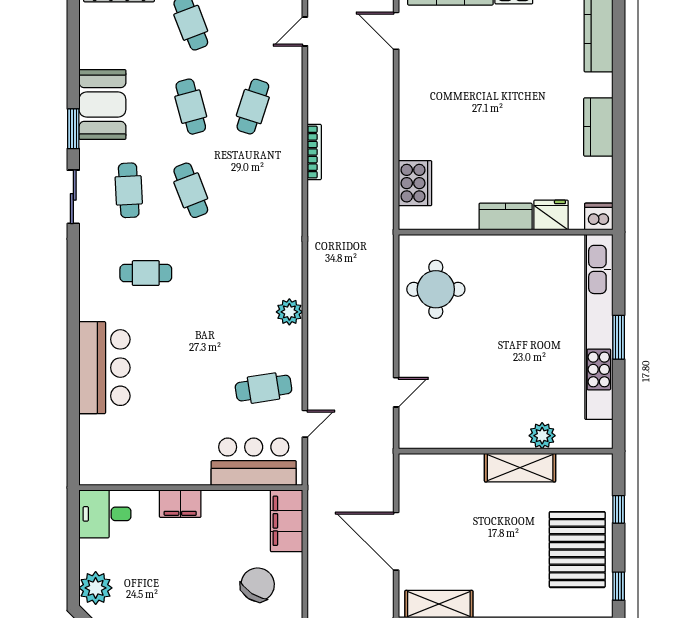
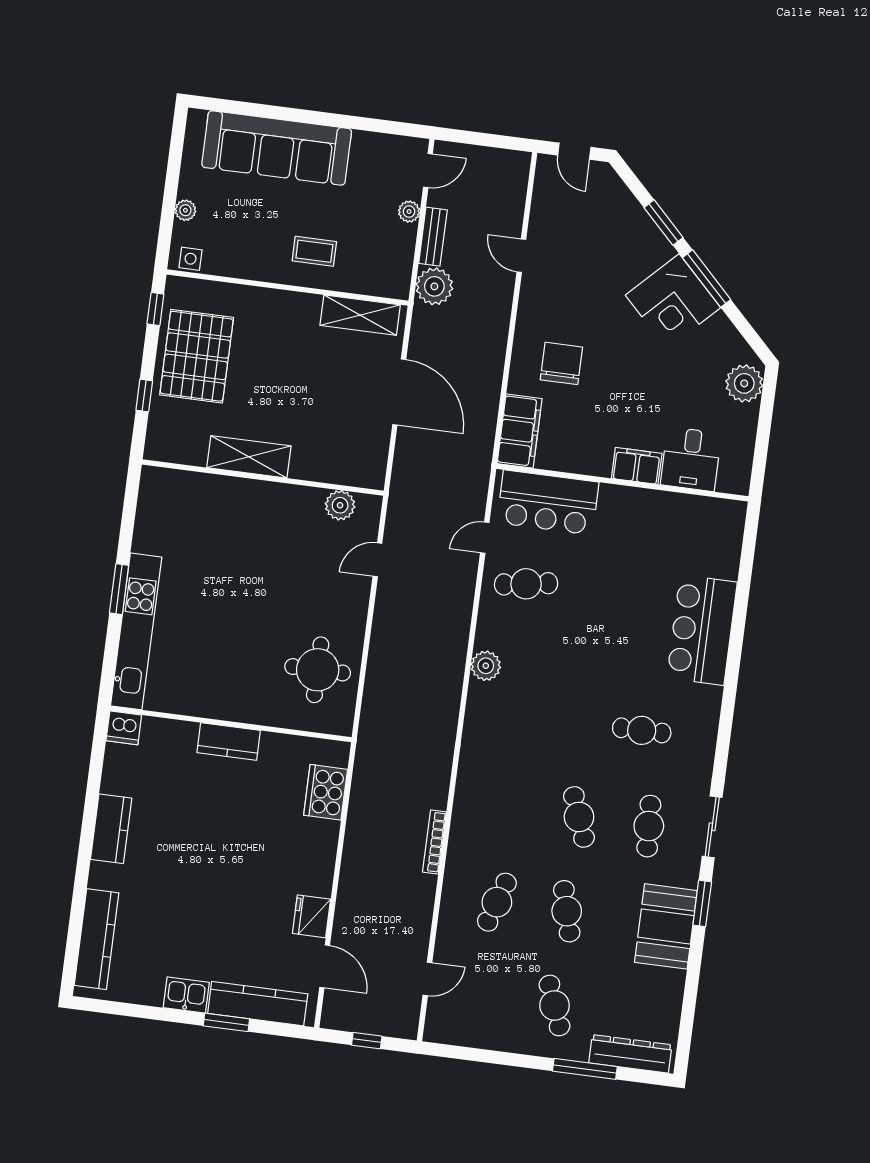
fridge: (551, 215) -> (312, 916), moved, turned 90
kitchen unit: (599, 327) -> (136, 631), width x0.73
plant: (542, 436) -> (340, 505), moved
desk: (105, 514) -> (691, 459), moved, turned 90
chair: (258, 585) -> (561, 363), turned 147

